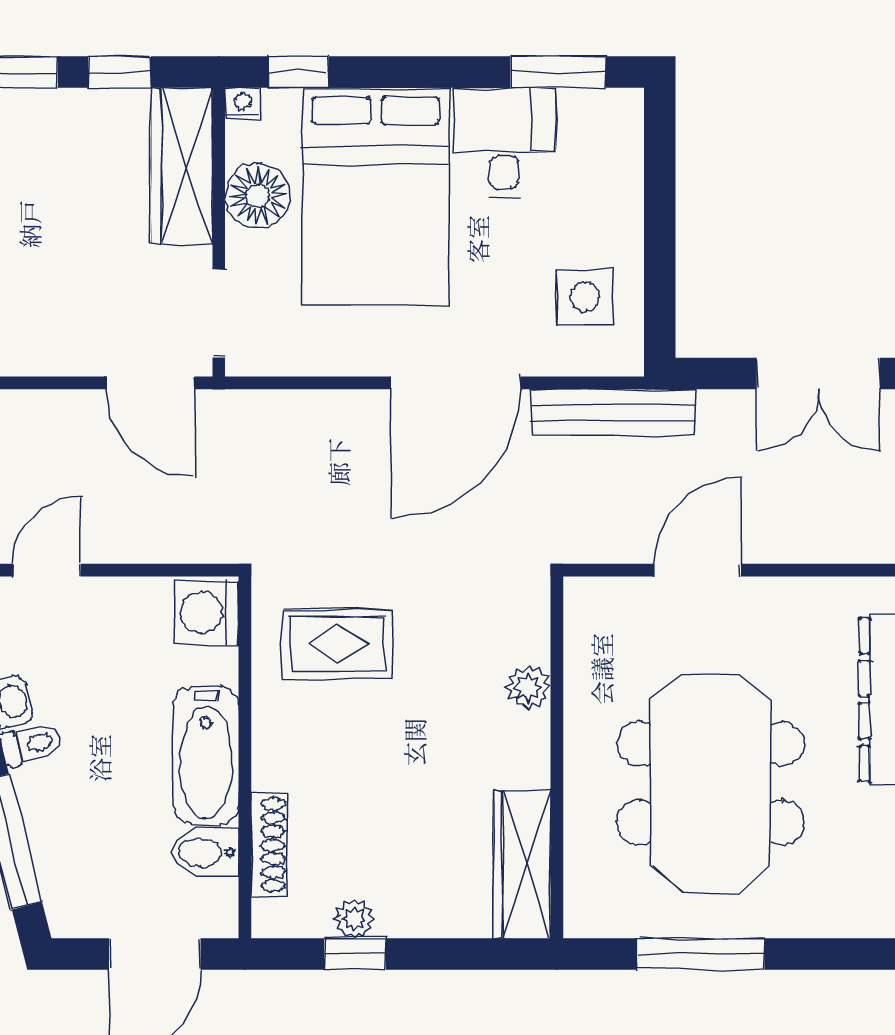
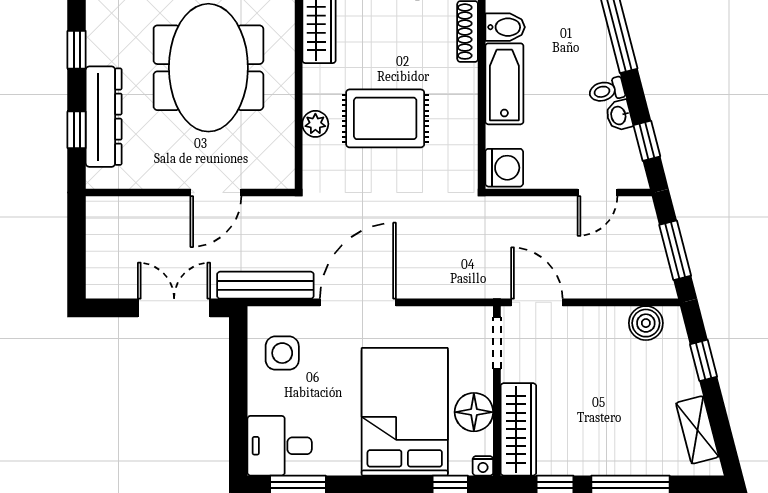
desk: (504, 142) -> (280, 446), moved, turned 90
double door: (818, 374) -> (174, 308), moved
rug: (338, 644) -> (385, 118), moved, width x1.36, depth x1.43

